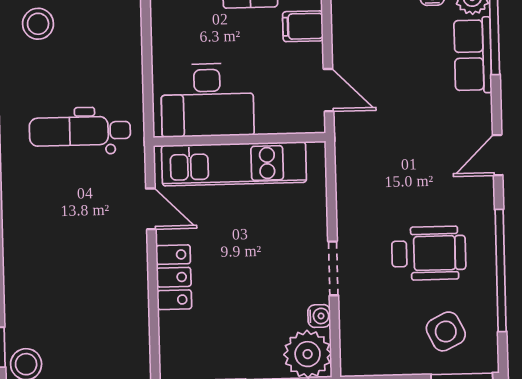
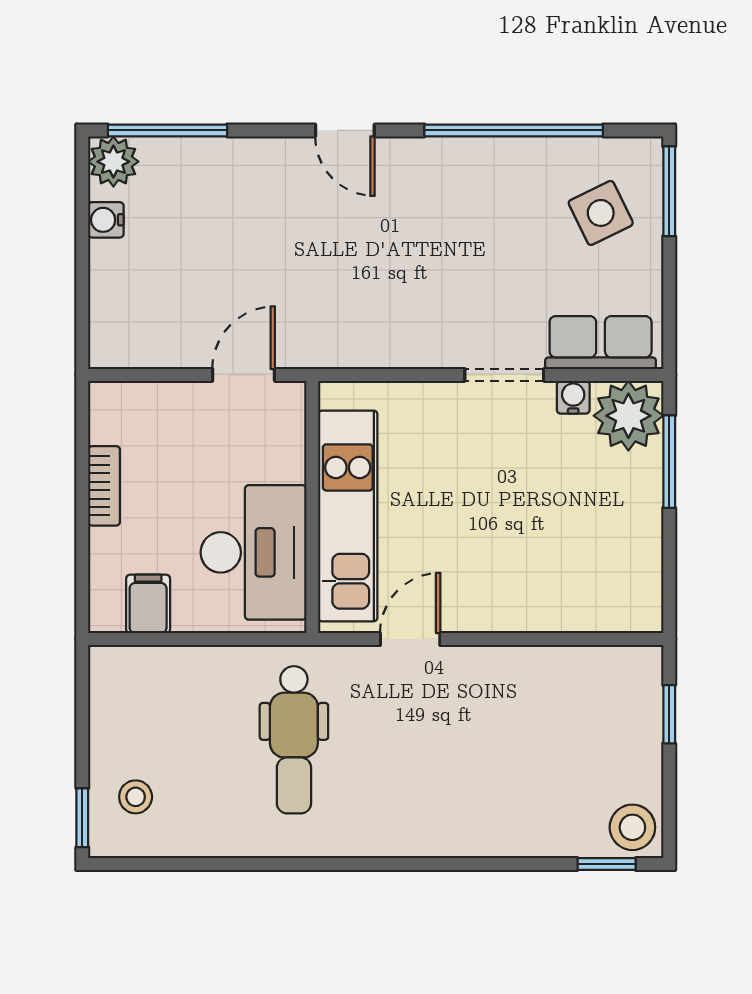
stool: (38, 24) -> (136, 797), width x0.73, depth x0.73
filing cabinet: (303, 26) -> (148, 604), moved, turned 180
row of seats: (473, 55) -> (601, 343), moved, turned 180
wheelchair: (429, 253) -> (486, 235), removed
locker: (174, 277) -> (511, 608), removed

